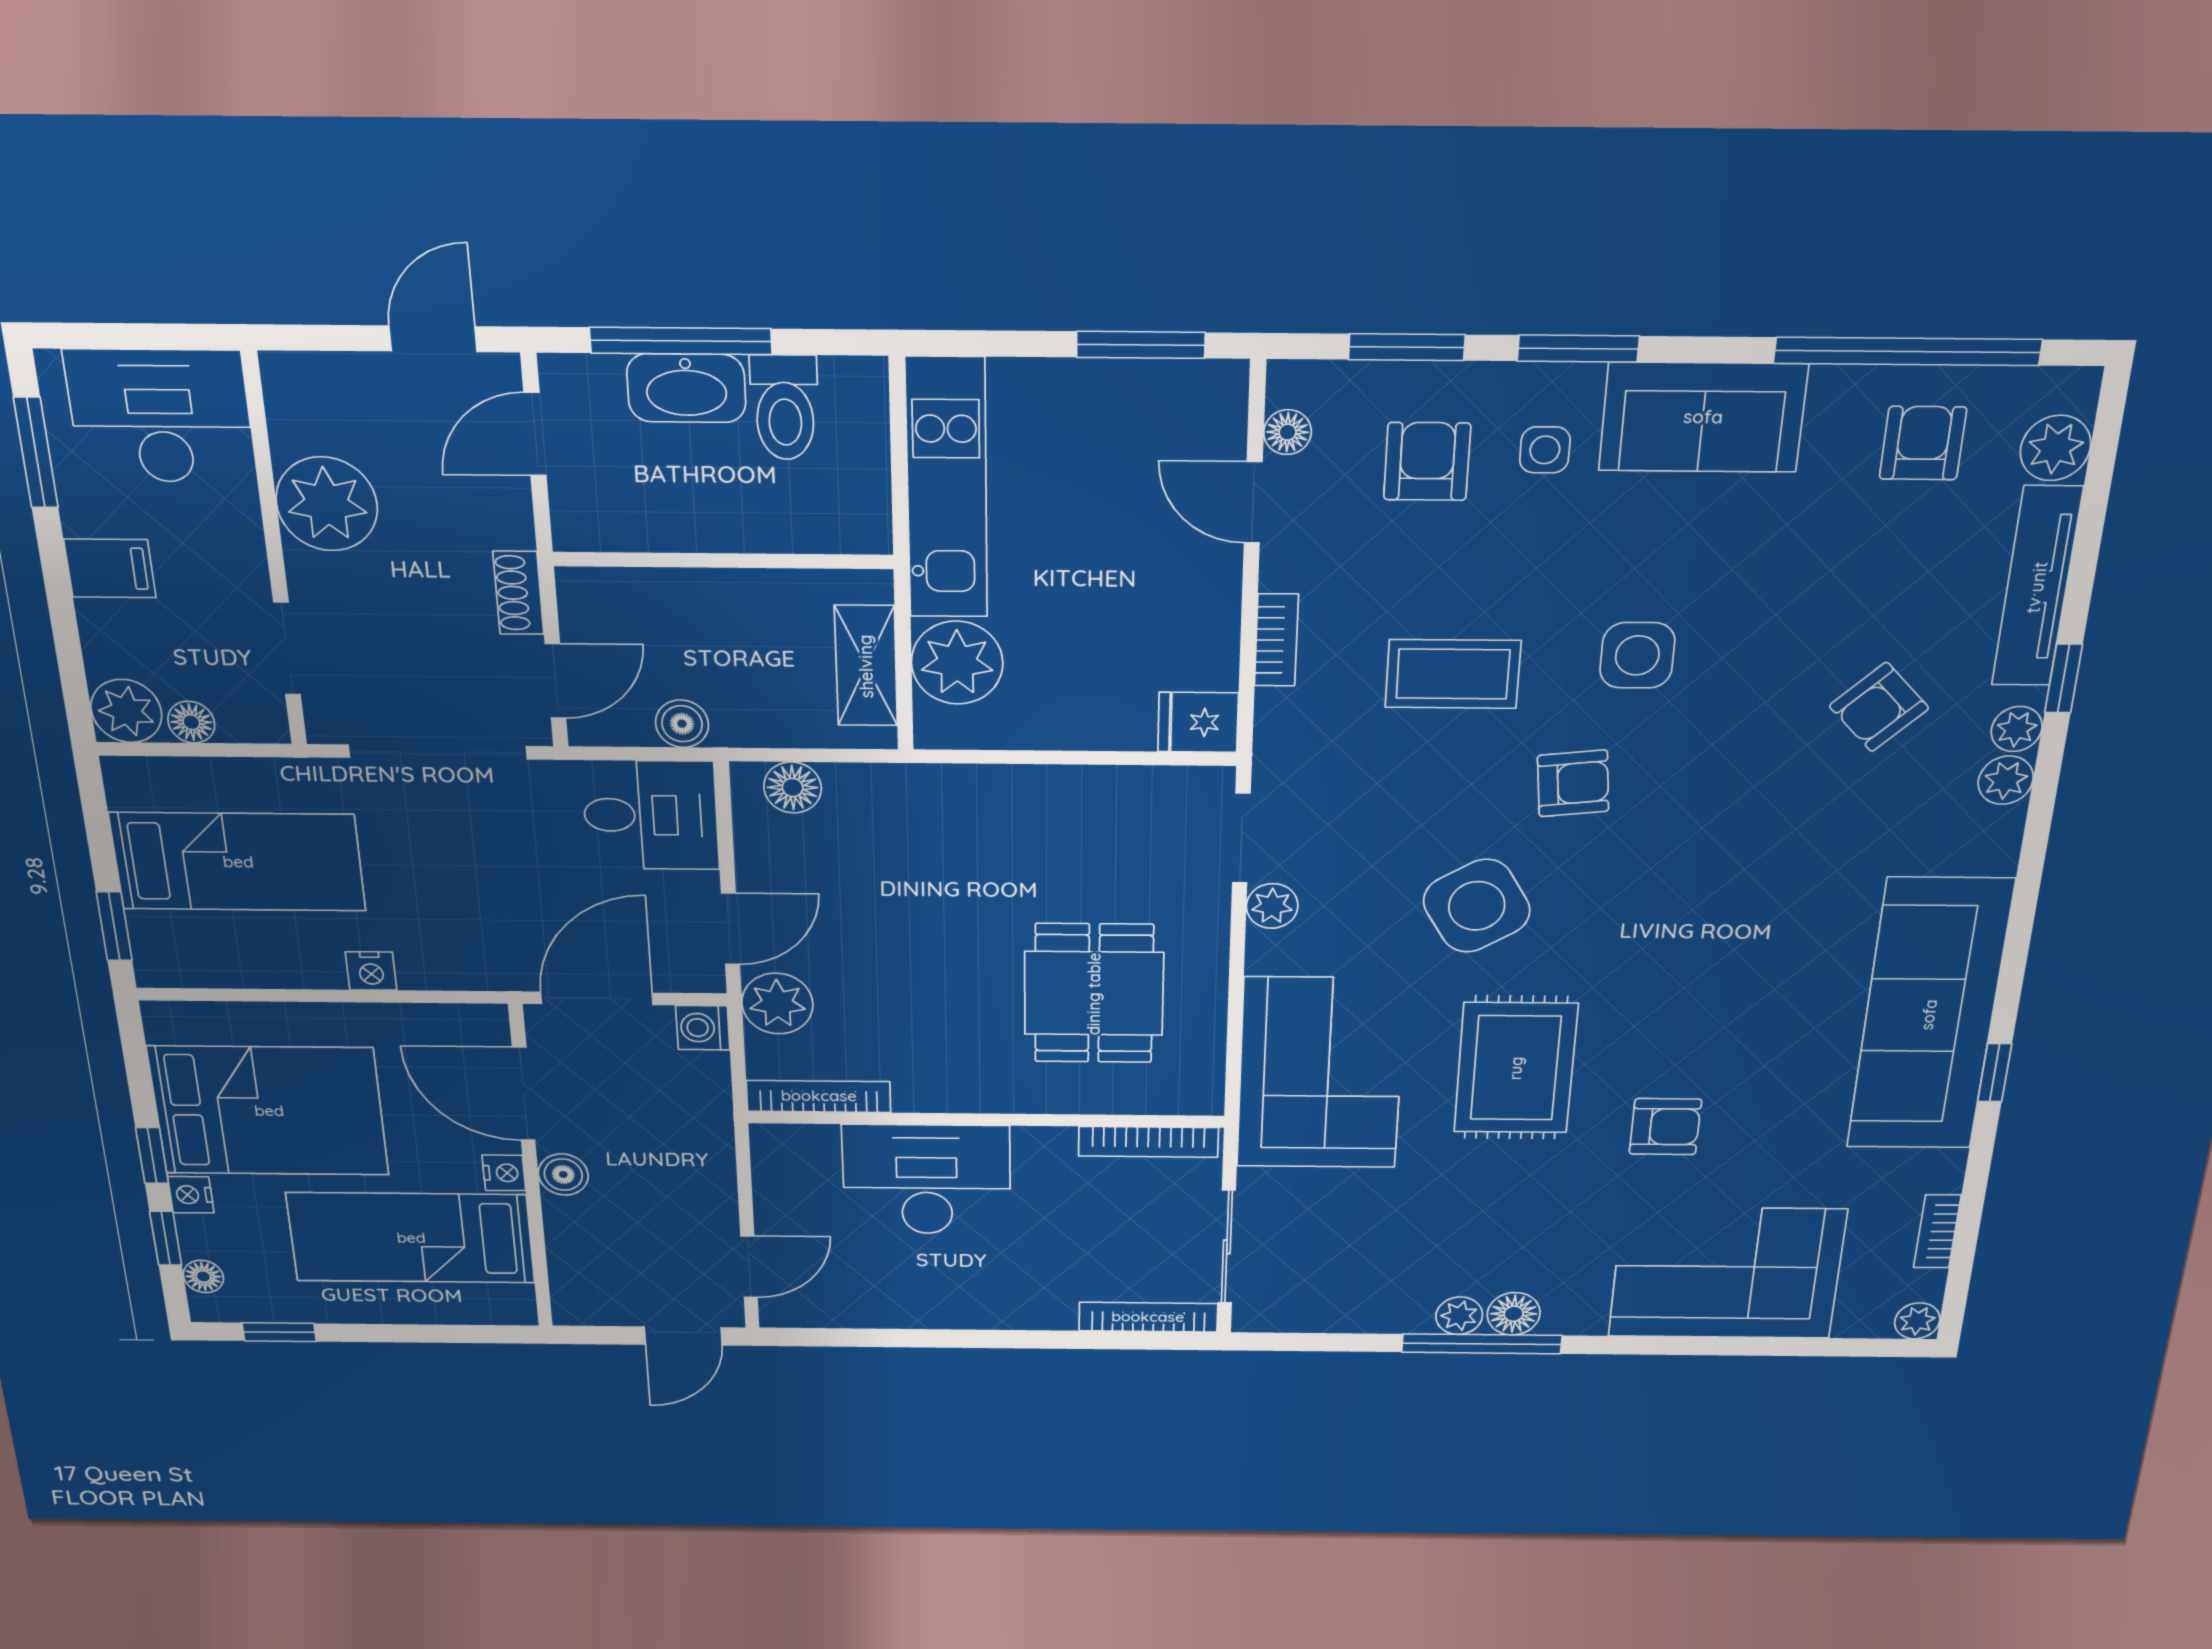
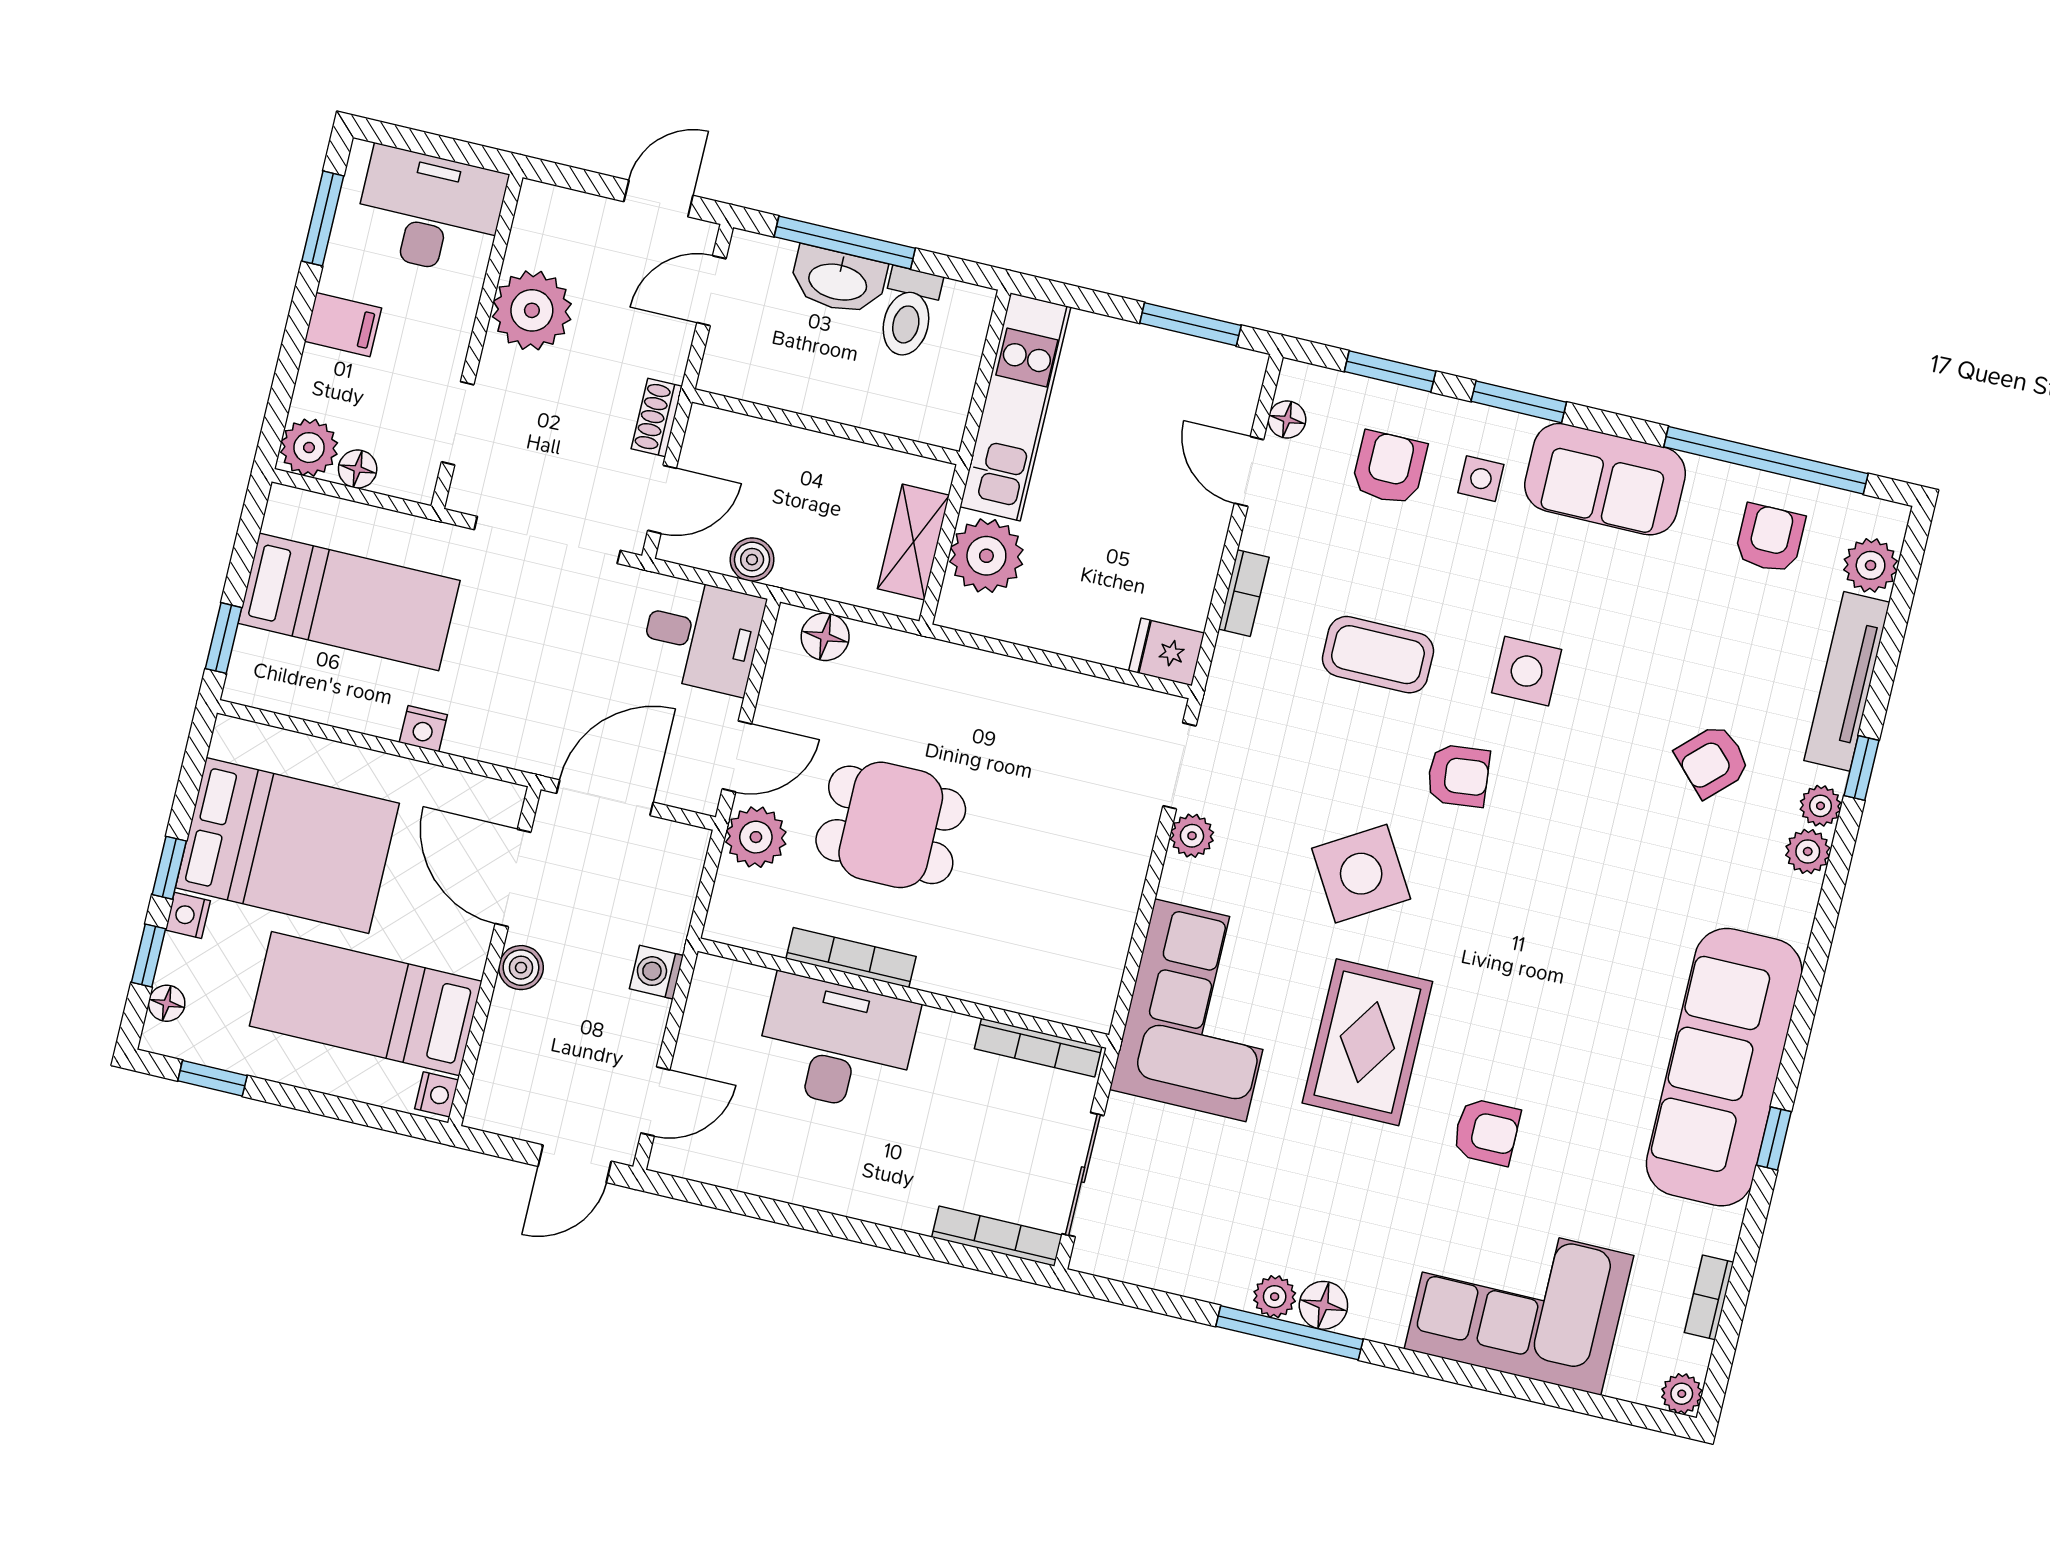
dining table: (1094, 994) -> (891, 825), moved, turned 90
washing machine: (703, 1028) -> (656, 972), moved
bookcase: (819, 1096) -> (851, 958), moved
nightstand: (504, 1173) -> (437, 1094), moved

